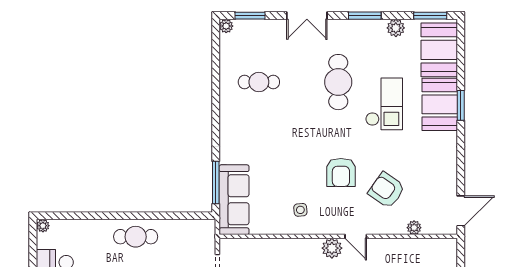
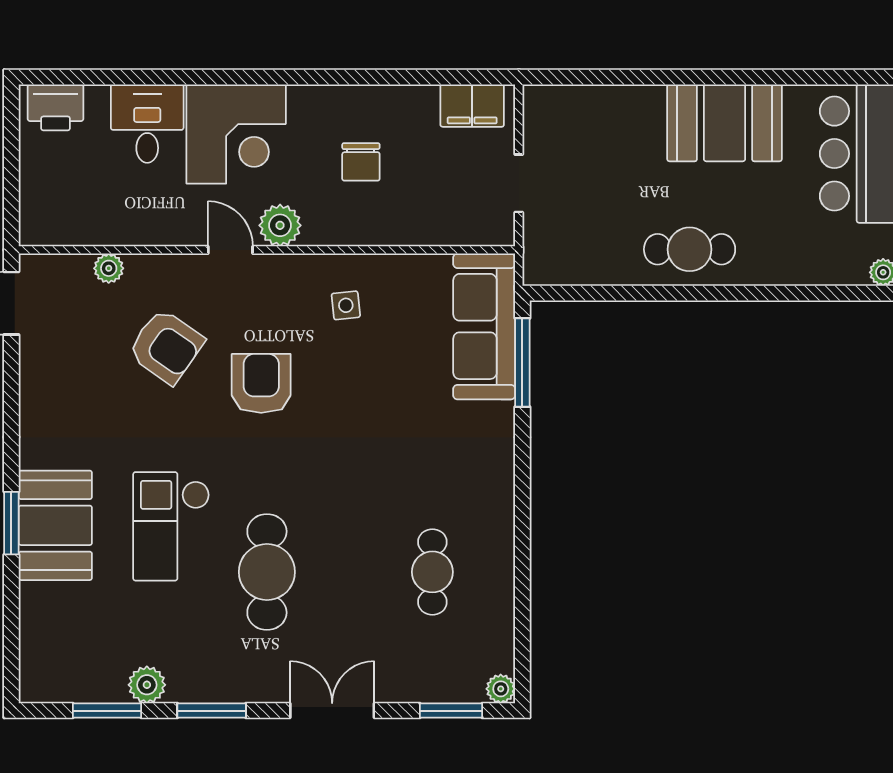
window: (430, 16) -> (107, 711), moved
booth: (439, 50) -> (56, 639), removed
cafe table: (259, 82) -> (432, 572), turned 90

